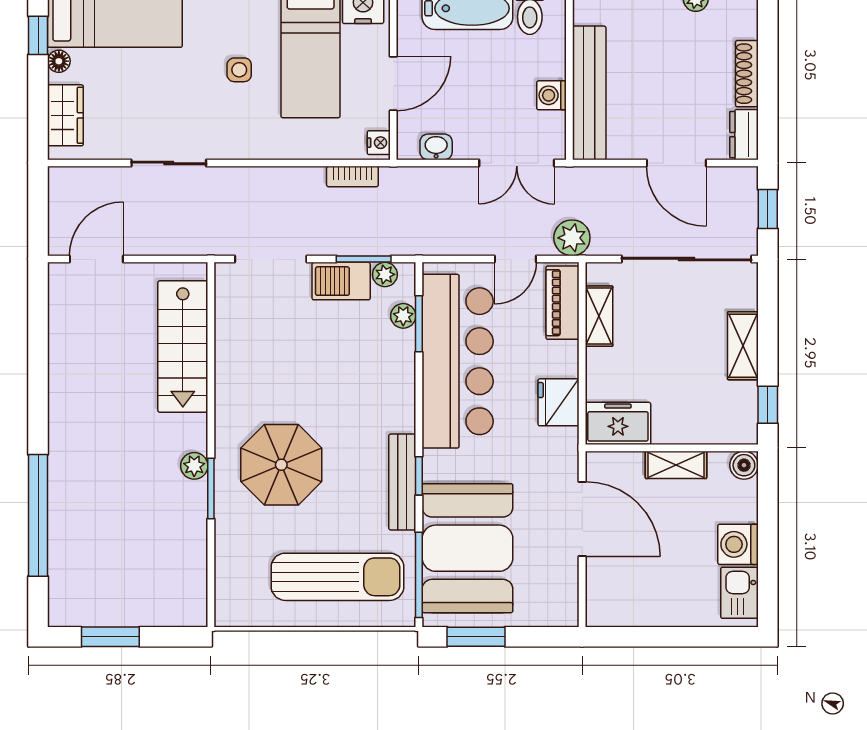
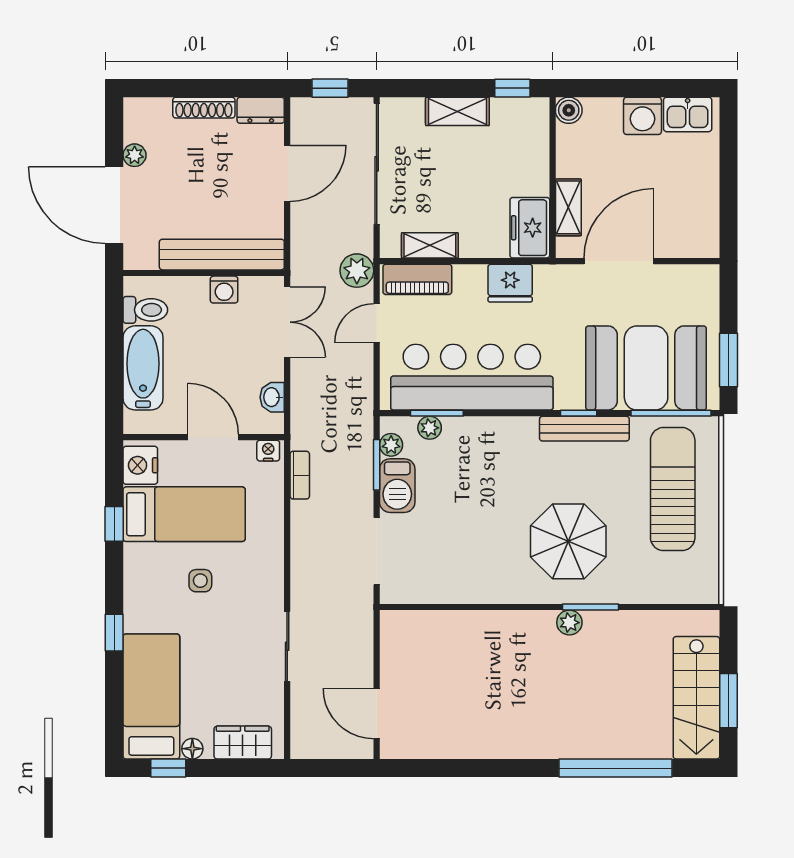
door: (515, 259) -> (377, 323), swing flipped
stairs: (183, 347) -> (696, 698), moved, turned 90
shelving: (676, 465) -> (568, 207), moved

